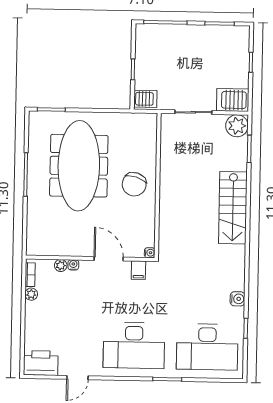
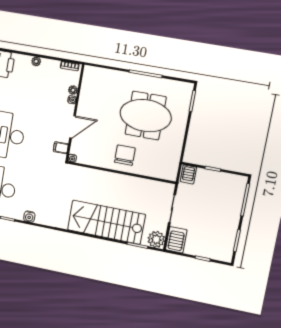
meeting table: (79, 166) -> (146, 116), width x0.73
chair: (134, 184) -> (125, 155), turned 72
stairs: (233, 208) -> (106, 222), width x1.36, depth x1.51
plant: (31, 294) -> (36, 61), moved

